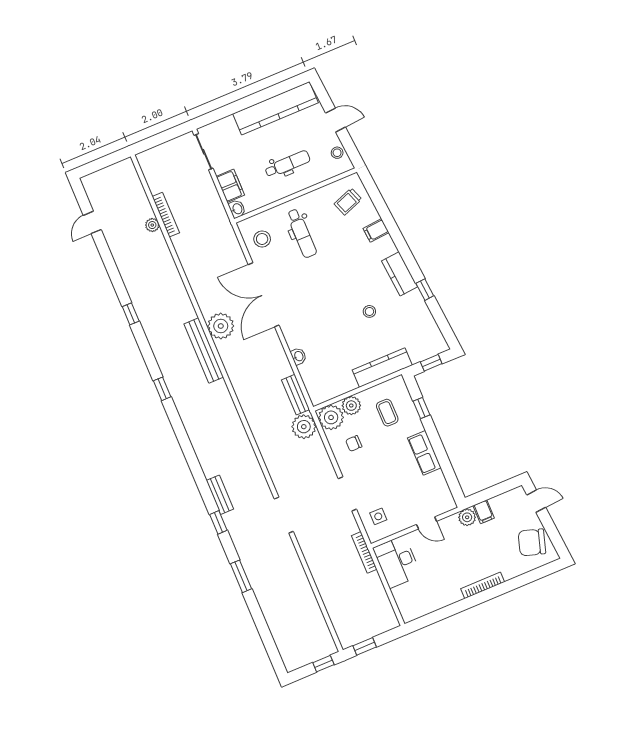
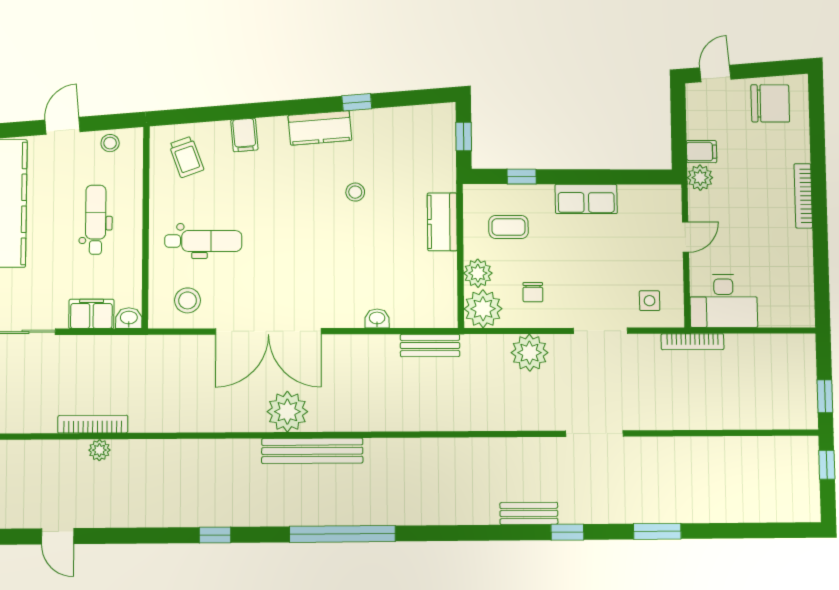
kitchen counter: (382, 368) -> (442, 222), width x0.67
window: (162, 389) -> (343, 534), width x3.17
plant: (304, 427) -> (530, 353), moved
chair: (532, 542) -> (770, 103), turned -107

